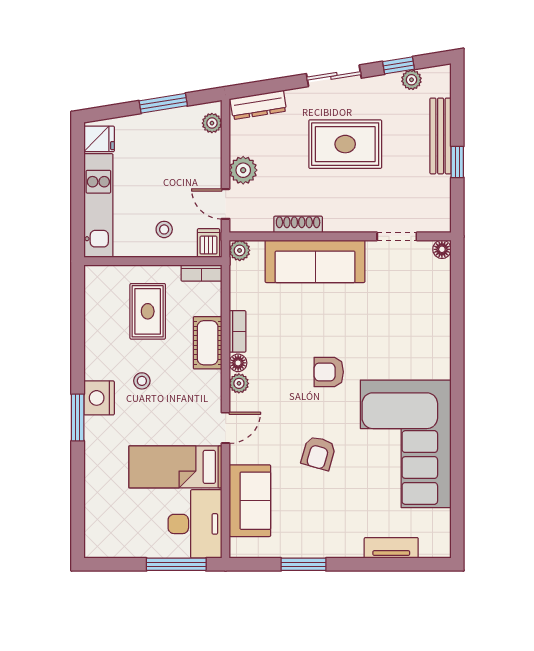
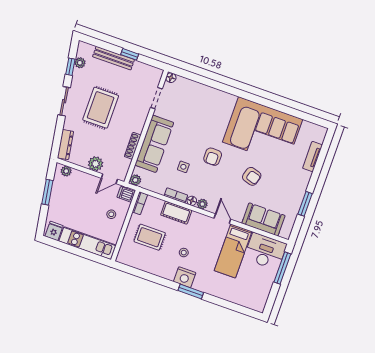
side table: (293, 327) -> (183, 167), added

